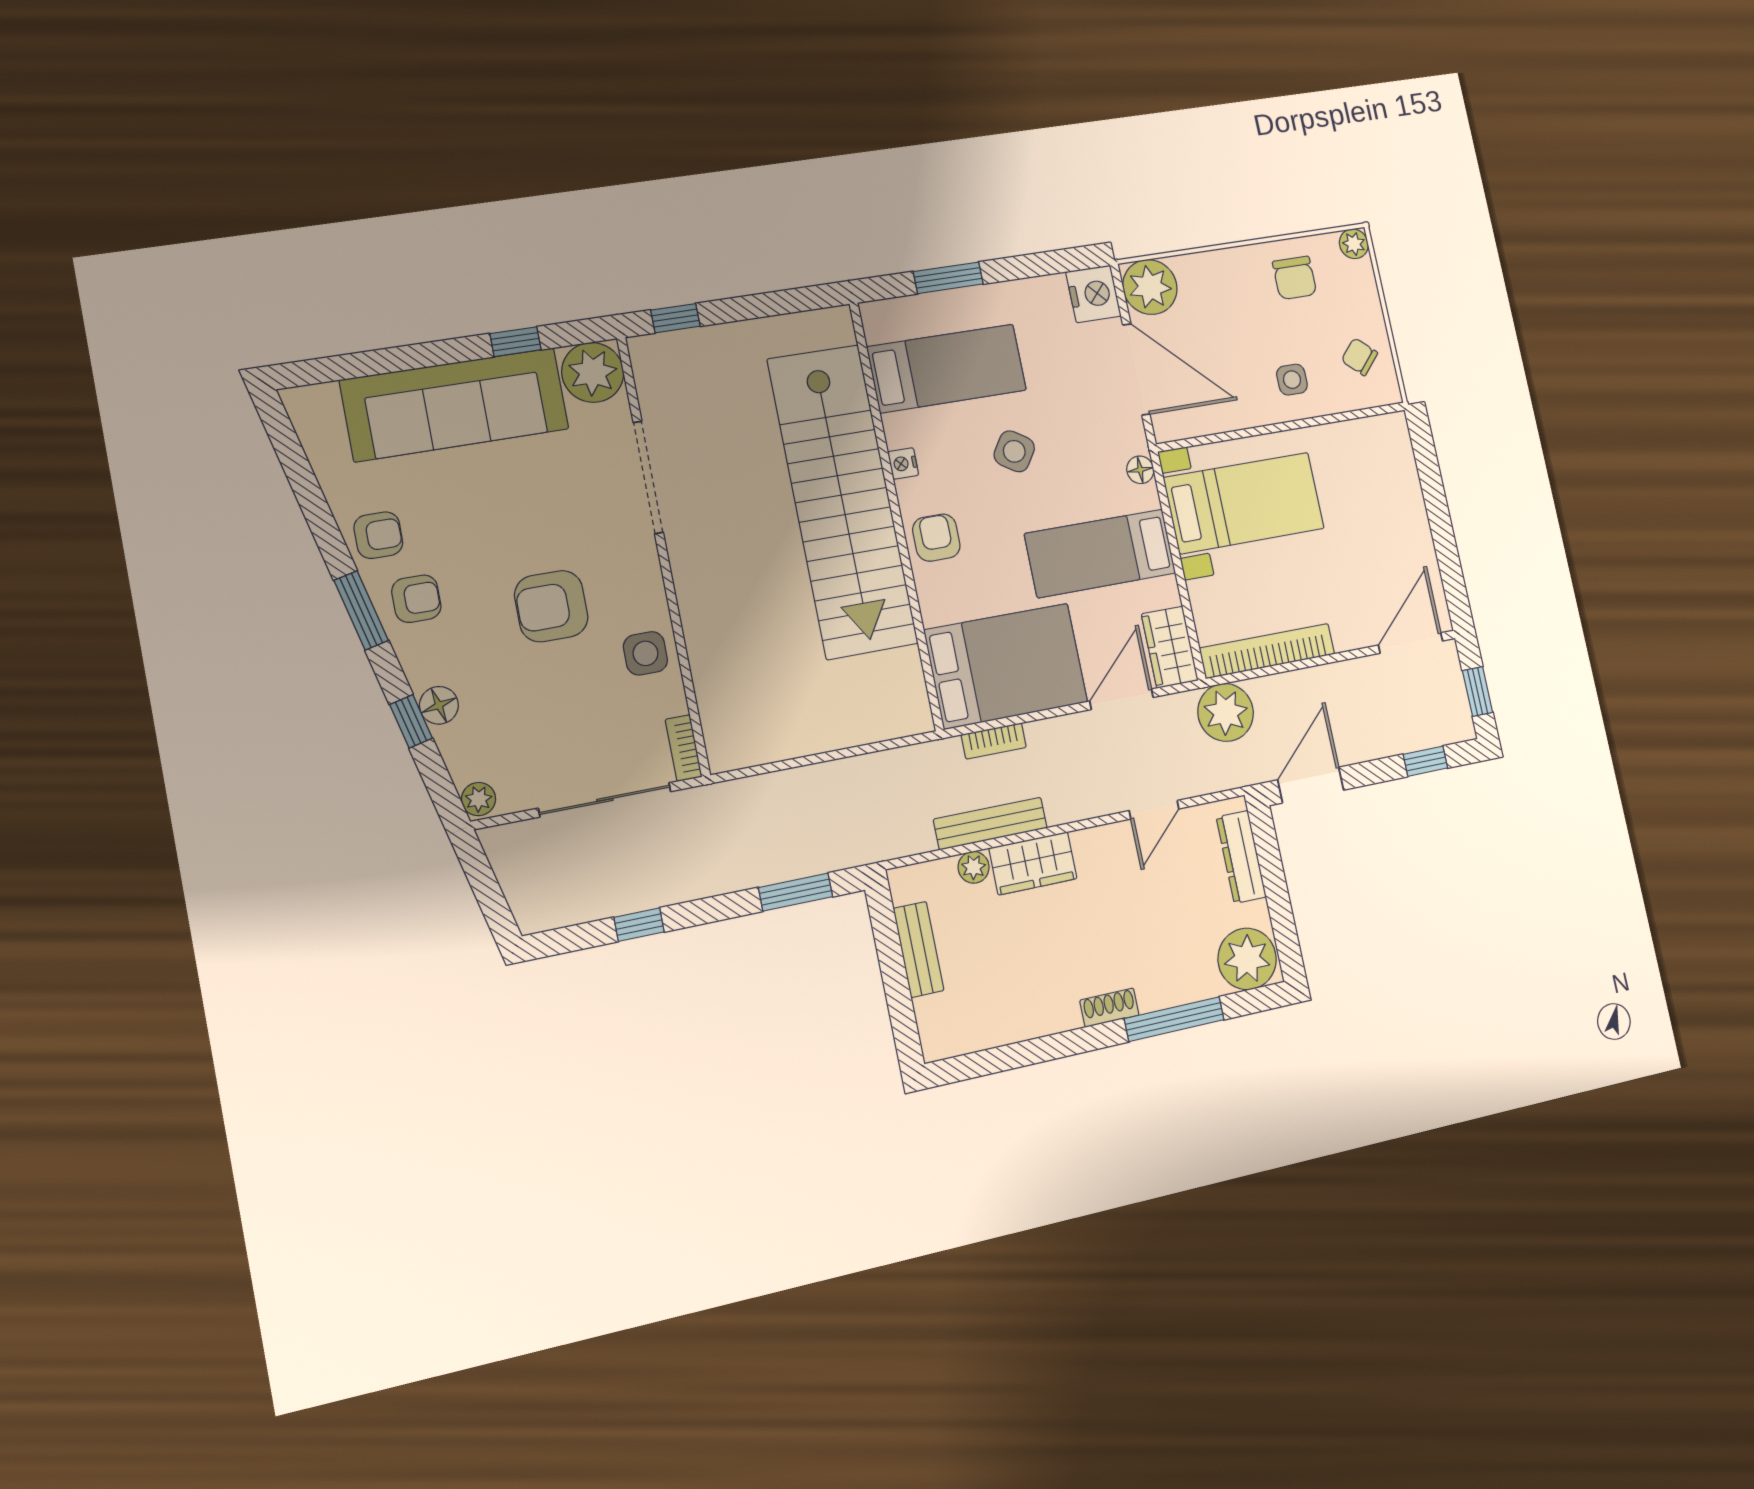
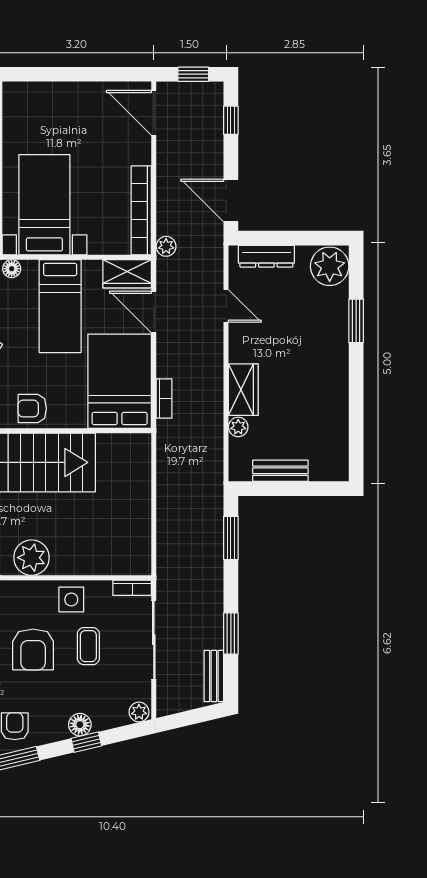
plant: (701, 577) -> (31, 558), added
coffee table: (574, 695) -> (88, 646), added
plant: (1226, 712) -> (166, 246), width x0.53, depth x0.53
bench: (990, 824) -> (214, 676), moved, width x0.73
window: (639, 925) -> (231, 634), width x1.50
shoe rack: (1109, 1008) -> (340, 360), removed
window: (1174, 1019) -> (356, 321), width x0.69

